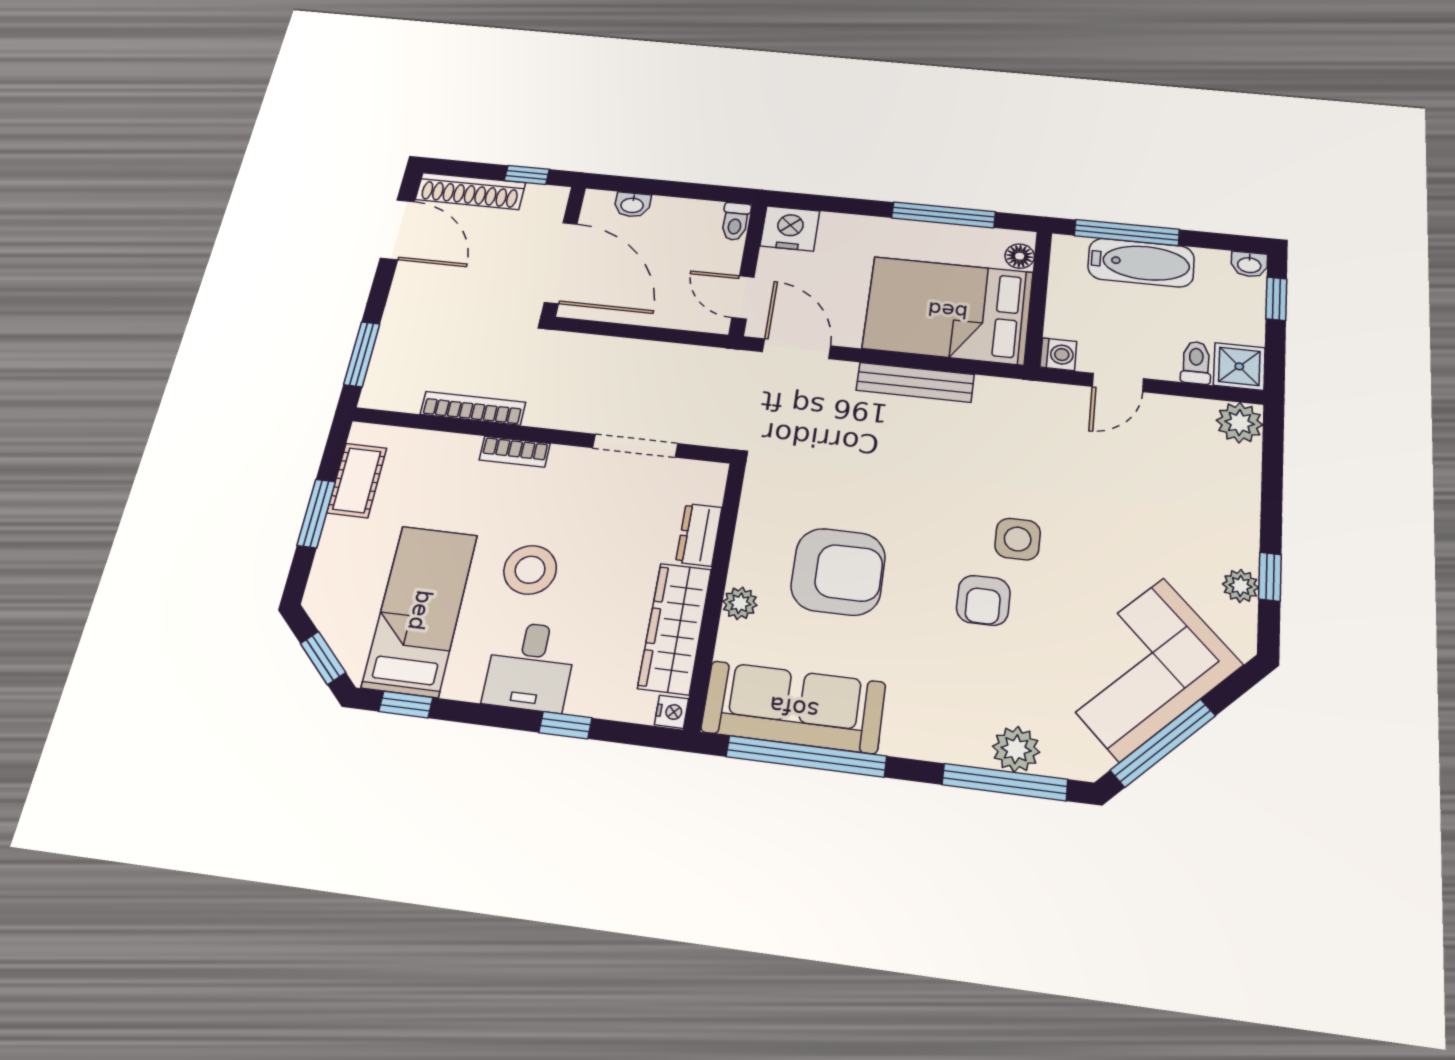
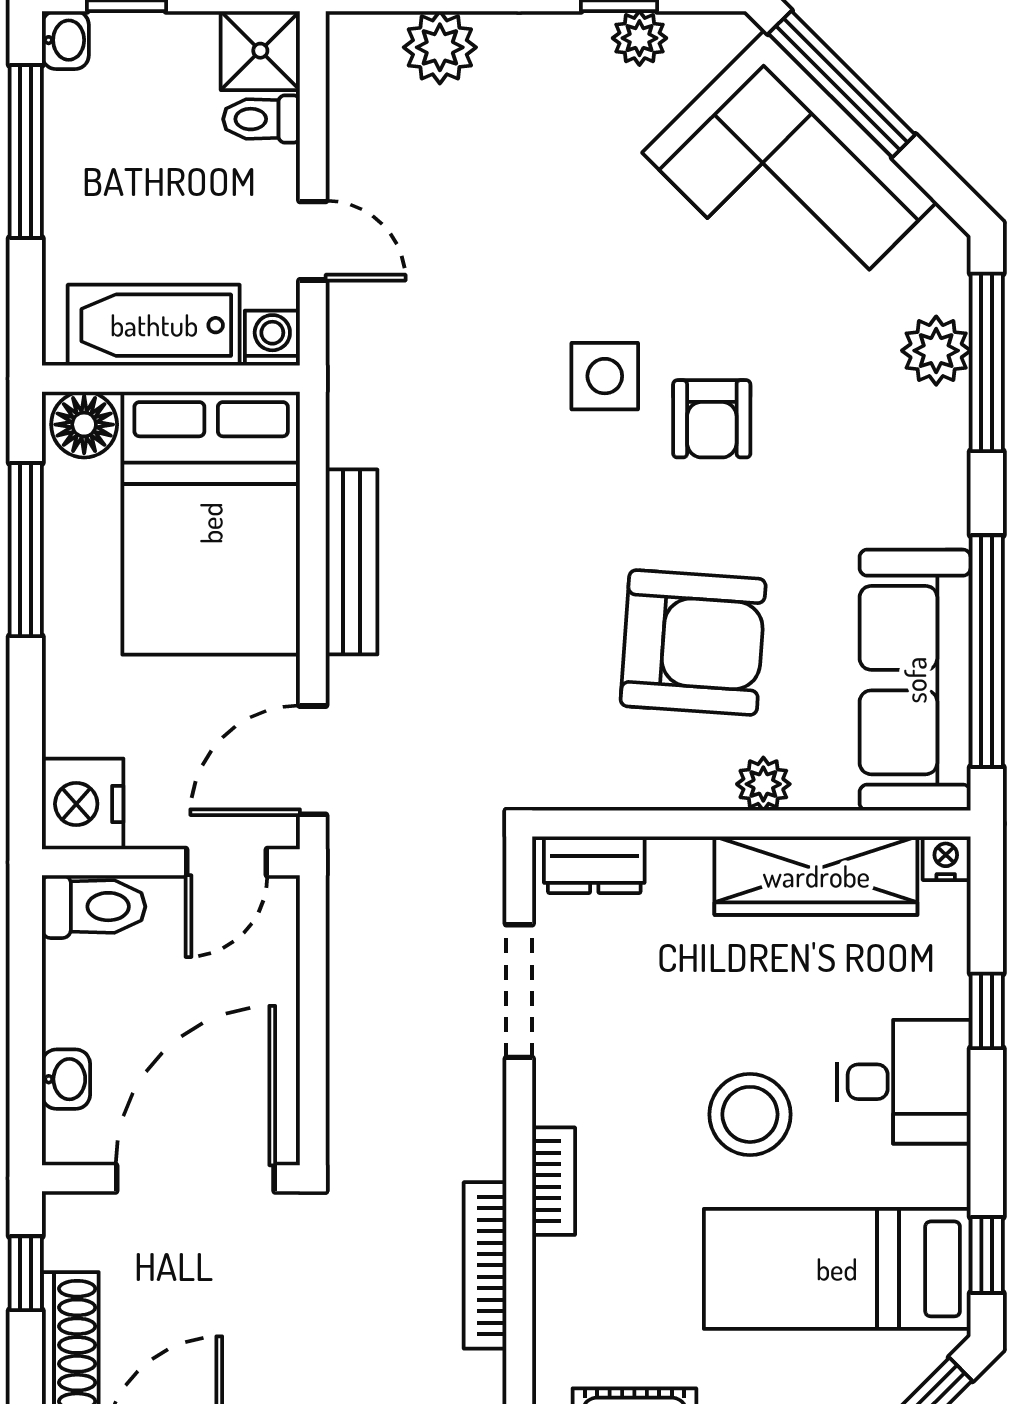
toilet: (735, 221) -> (94, 907), width x1.37, depth x1.39
window: (1127, 233) -> (26, 151), moved
floor lamp: (1020, 256) -> (84, 425), width x1.37, depth x1.37
bathtub: (1141, 263) -> (154, 325), moved, turned -90
plant: (1240, 423) -> (440, 47), moved
dresser: (699, 535) -> (594, 865), moved
armchair: (838, 572) -> (693, 643), turned 94
armchair: (983, 600) -> (712, 419), turned 90
window: (1163, 743) -> (842, 84), moved

